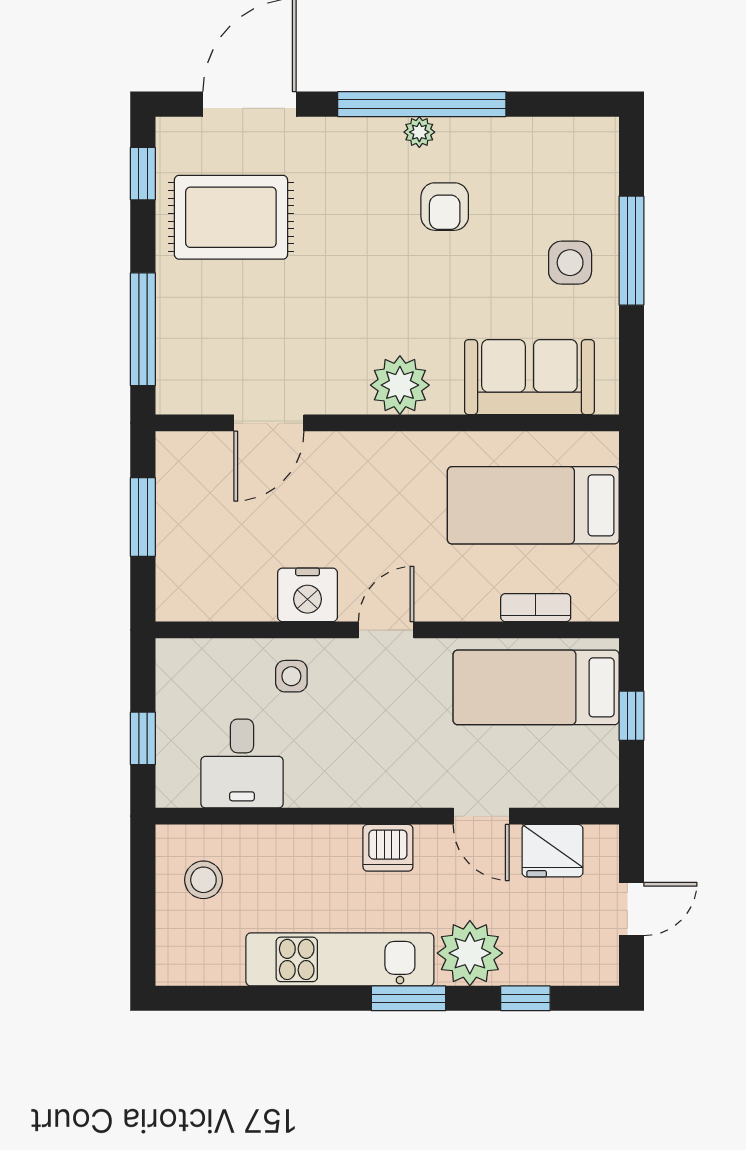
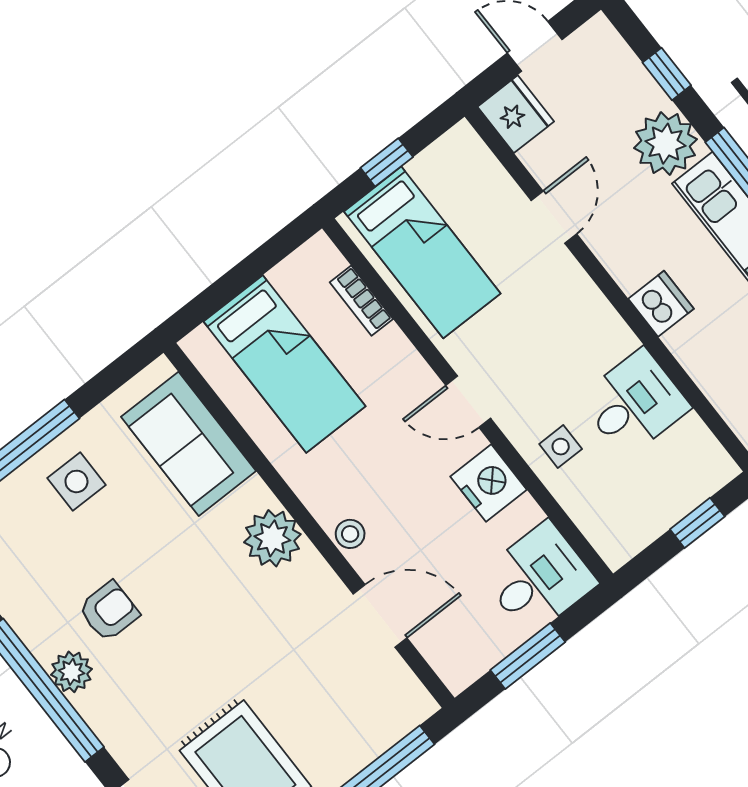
plant: (419, 132) -> (71, 672), width x1.38, depth x1.38
stool: (354, 451) -> (350, 534), added
desk: (199, 575) -> (539, 578), added
desk: (242, 763) -> (634, 403), moved
dishwasher: (388, 848) -> (661, 304), moved
fridge: (552, 851) -> (516, 114), moved

